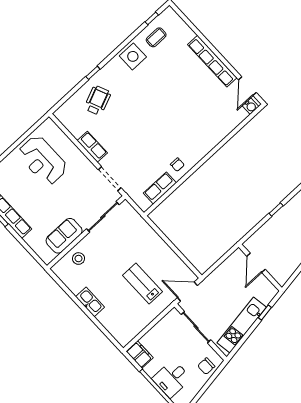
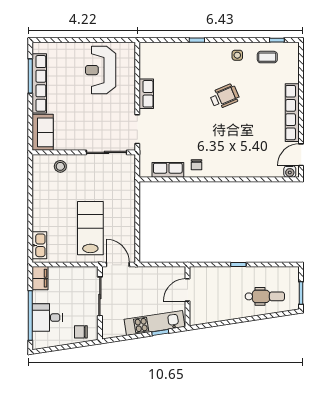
side table: (133, 56) -> (237, 55), width x0.54, depth x0.54
wheelchair: (98, 100) -> (224, 97), moved
sofa: (64, 236) -> (43, 132), moved, turned 90
lab bench: (143, 283) -> (90, 228), width x1.36, depth x1.39
kitchen sink: (90, 302) -> (39, 245), moved
kitchen unit: (242, 325) -> (155, 323), moved

